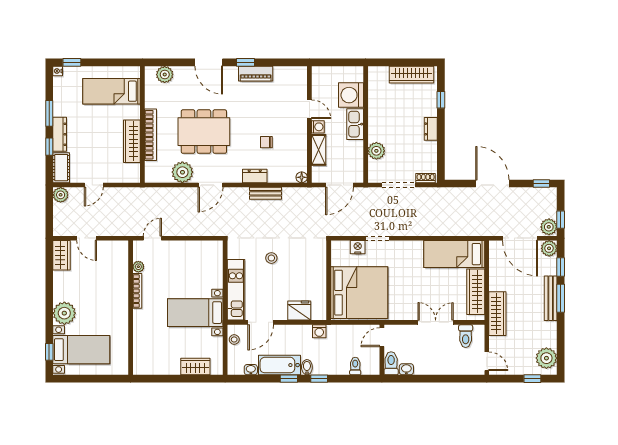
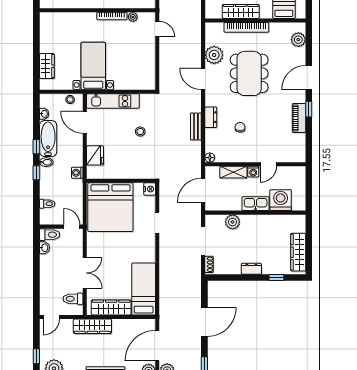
door: (339, 185) -> (203, 190), hinge flipped
nightstand: (358, 247) -> (150, 189), moved

